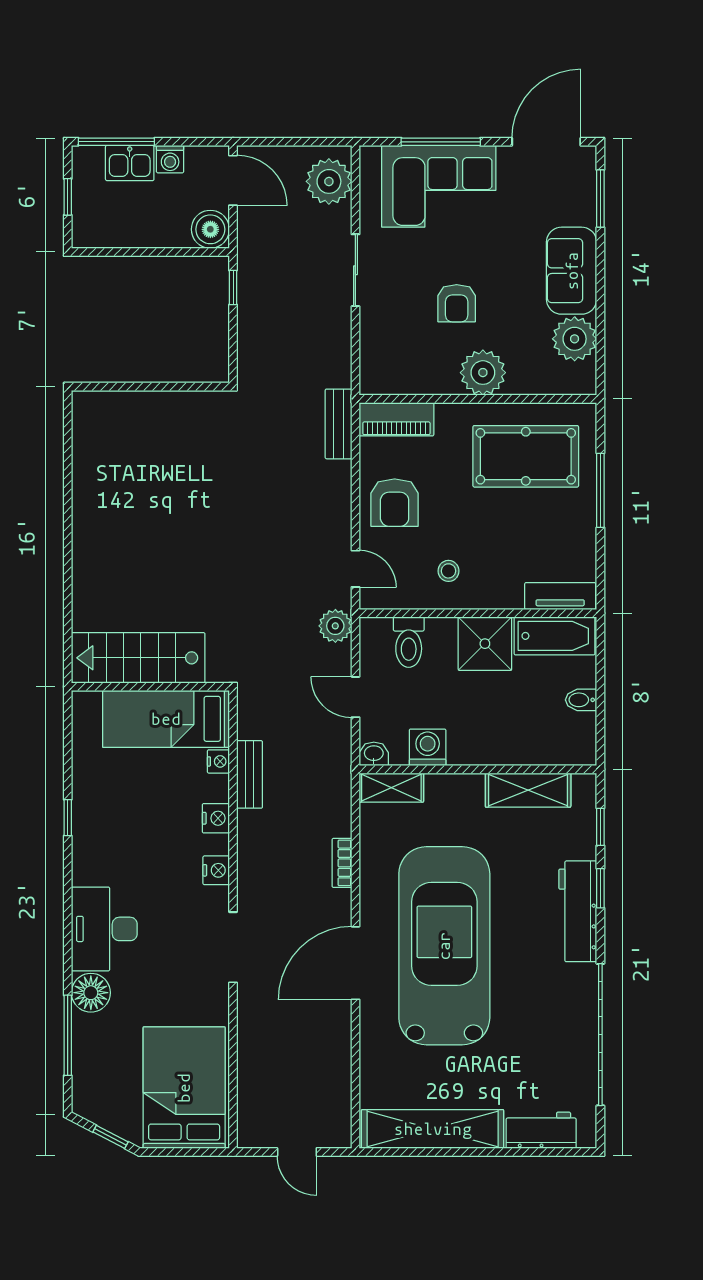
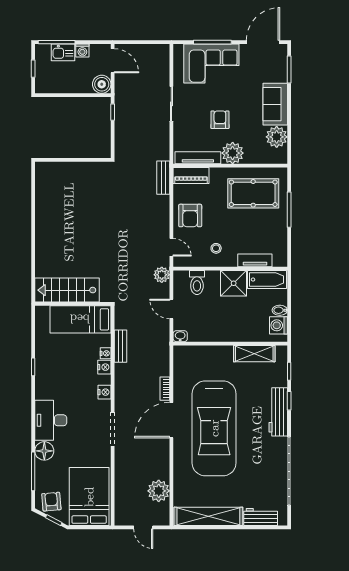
plant: (329, 181) -> (159, 491), moved
armchair: (457, 303) -> (220, 120), turned 180
tv unit: (411, 382) -> (198, 158), added
tv unit: (560, 596) -> (255, 260), moved
washing machine: (428, 747) -> (278, 325), moved, turned -90
nightstand: (218, 761) -> (106, 353), moved
shelving: (391, 788) -> (189, 352), removed
car: (444, 946) -> (214, 428), turned 180
door: (355, 963) -> (171, 420), moved
armchair: (106, 1098) -> (51, 502), added

